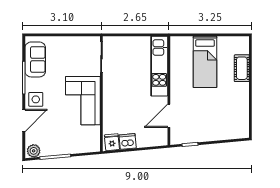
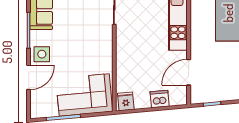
corner sofa: (83, 101) -> (84, 95), moved, turned 85
dishwasher: (128, 141) -> (160, 99), moved
plant: (34, 151) -> (39, 111), removed

